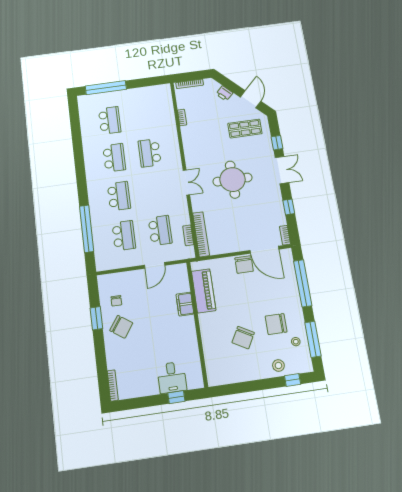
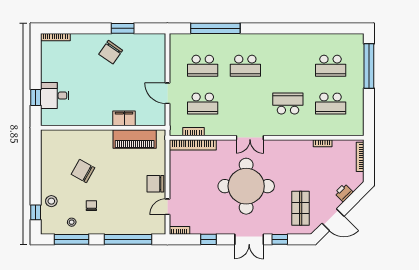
school desk: (114, 158) -> (331, 104), moved
round table: (232, 180) -> (246, 186), width x1.36, depth x1.36
door: (264, 250) -> (167, 207), width x0.53
chair: (116, 301) -> (137, 50), removed
chair: (276, 324) -> (91, 206), width x0.54, depth x0.54

